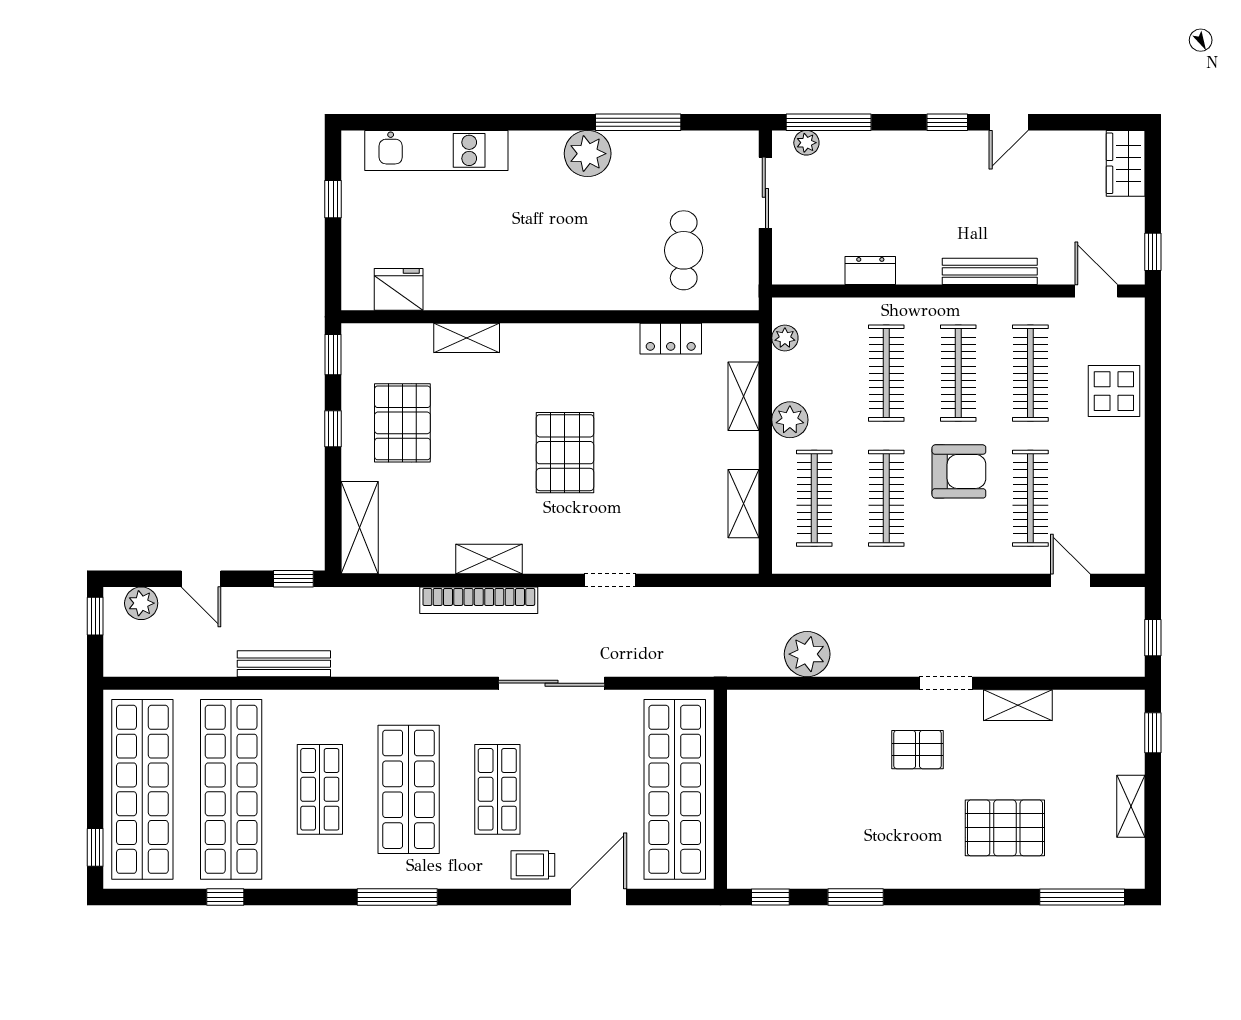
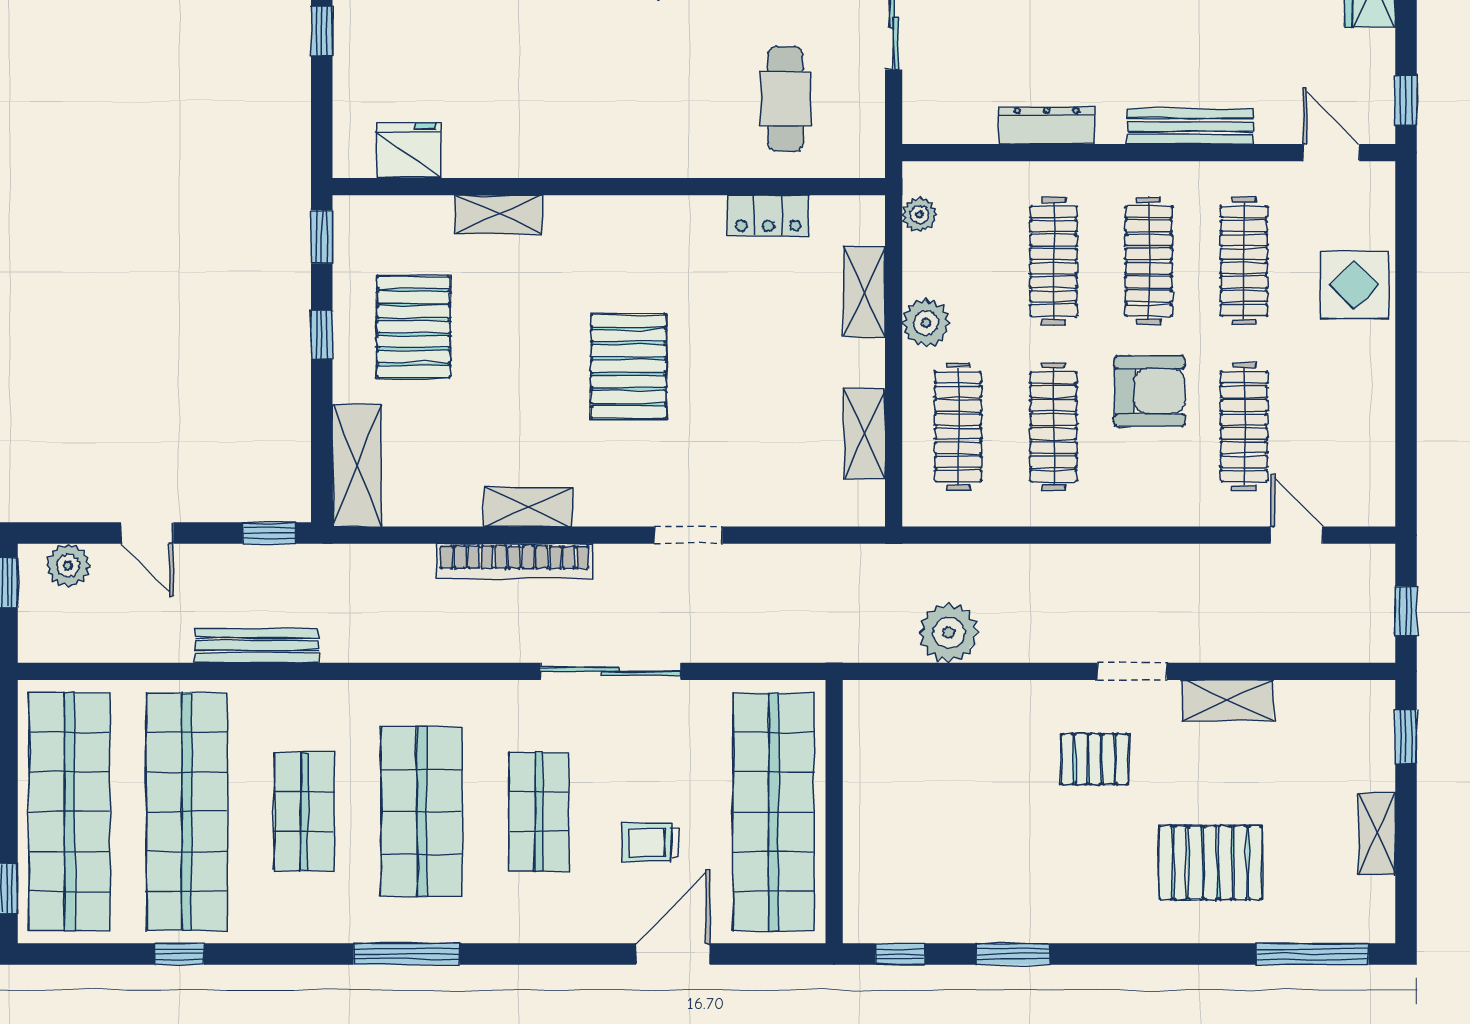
dresser: (870, 270) -> (1047, 125), width x1.44
trolley: (533, 865) -> (650, 842), moved

